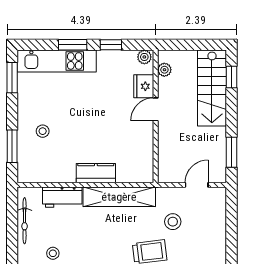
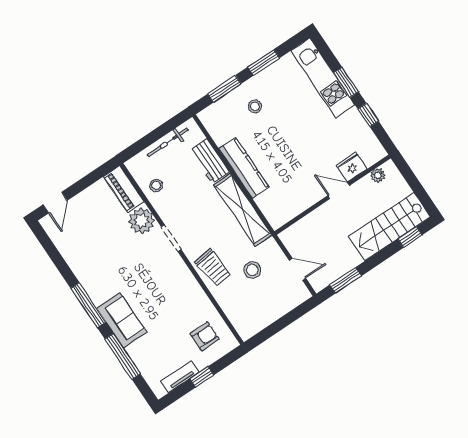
plant: (144, 57) -> (377, 151), removed
window: (12, 78) -> (264, 62), moved
kitchen counter: (96, 173) -> (244, 168), width x1.50

